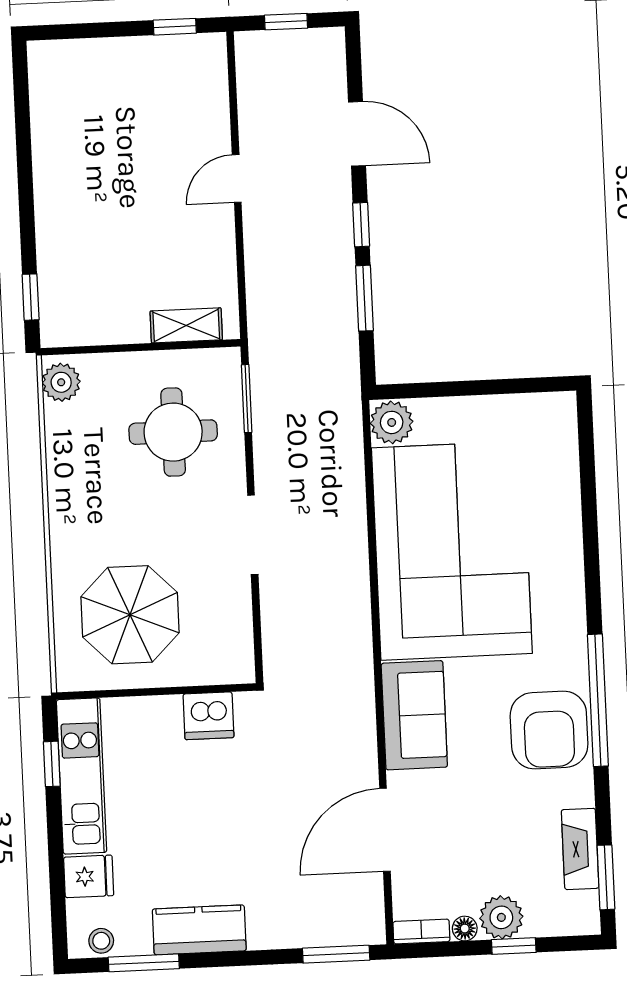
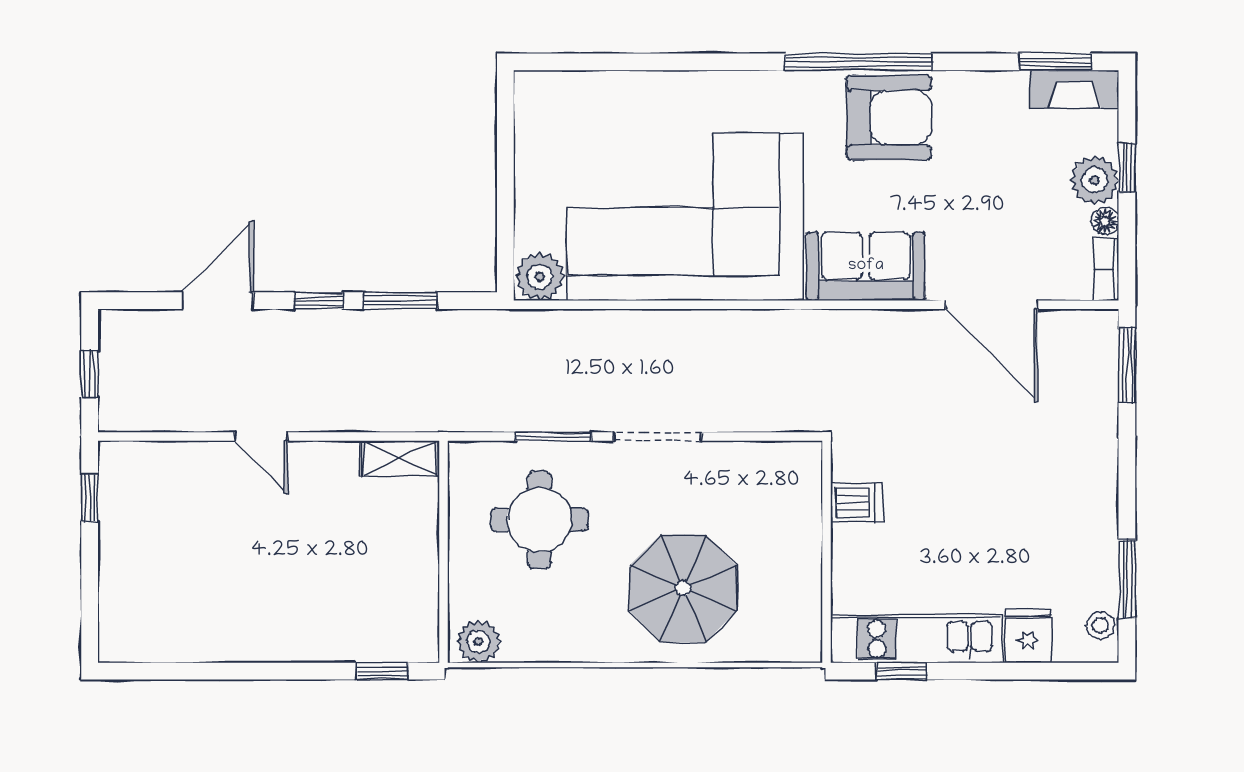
shelving: (186, 325) -> (400, 458), moved, turned 90
window: (247, 399) -> (553, 437), moved
parasol: (130, 615) -> (683, 588), moved
dishwasher: (208, 716) -> (856, 502), width x0.73
fireplace: (580, 849) -> (1074, 89), moved
kitchen counter: (199, 930) -> (1093, 516), removed

